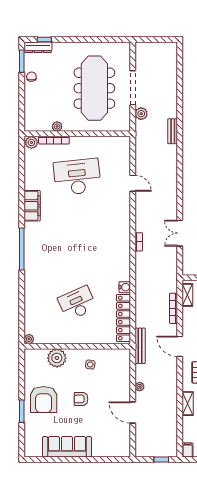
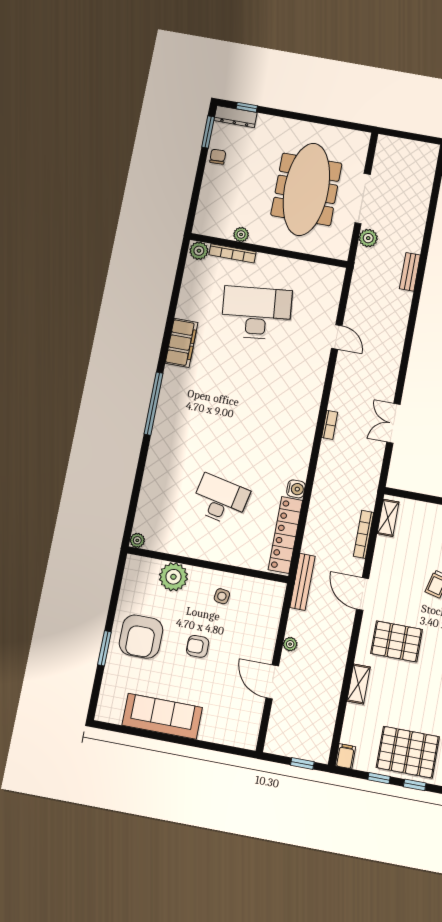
desk: (77, 303) -> (220, 500), turned 36

